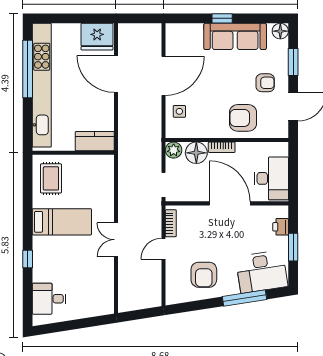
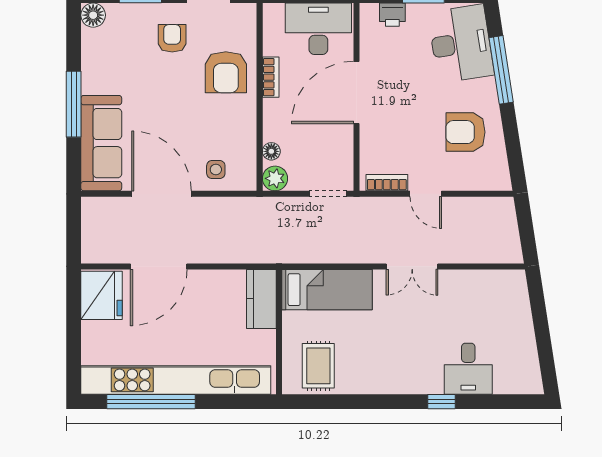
window: (222, 18) -> (74, 104), width x2.17
sofa: (235, 36) -> (101, 143), moved
bookcase: (222, 147) -> (271, 77), moved
floor lamp: (196, 153) -> (271, 151), width x0.53, depth x0.53
rug: (51, 178) -> (318, 366), turned 90
bed: (62, 222) -> (327, 290), moved, turned 90
armchair: (204, 275) -> (466, 132), turned 180
desk: (49, 299) -> (468, 369), moved

